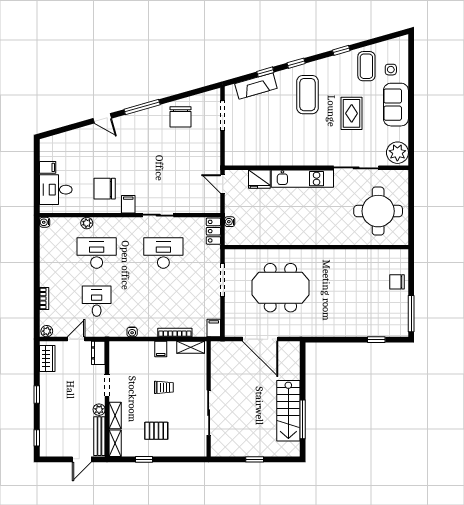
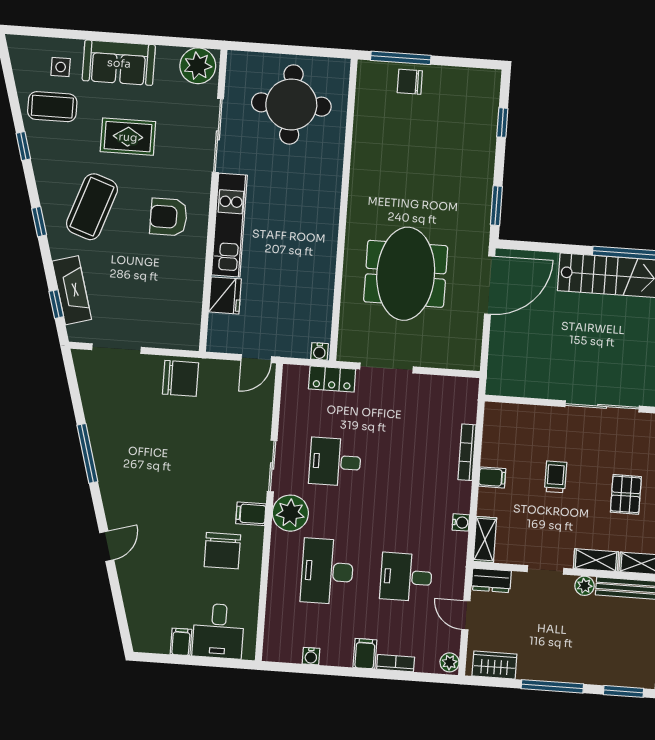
window: (265, 72) -> (56, 304), moved
coffee table: (307, 95) -> (92, 207), turned -71
window: (142, 107) -> (87, 453), moved
chair: (180, 117) -> (180, 378), moved
armchair: (305, 142) -> (169, 217), added
door: (223, 184) -> (256, 359), moved
water cooler: (45, 222) -> (311, 656), moved
water cooler: (230, 222) -> (319, 351), moved
plant: (87, 223) -> (290, 513), moved, width x1.87, depth x1.87
locker: (213, 231) -> (332, 379), moved
desk: (163, 253) -> (335, 462), width x0.73
chair: (397, 282) -> (410, 82), turned 90
window: (411, 314) -> (401, 58), moved
filing cabinet: (214, 328) -> (365, 654), moved, turned 90
door: (260, 339) -> (490, 285), moved
window: (326, 340) -> (496, 206), added
shelving: (191, 347) -> (485, 540), moved
window: (37, 395) -> (552, 686), width x2.17
window: (37, 438) -> (624, 691), width x1.50

